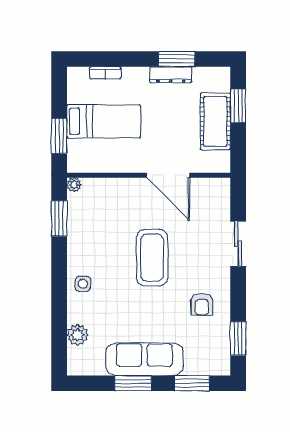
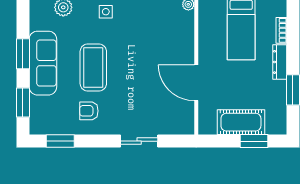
dresser: (171, 75) -> (280, 62), moved
door: (168, 175) -> (196, 83), hinge flipped
coffee table: (152, 258) -> (93, 68), moved, turned 90

